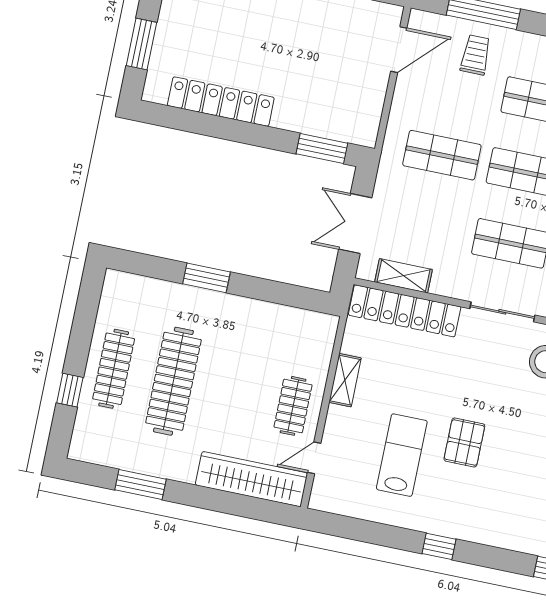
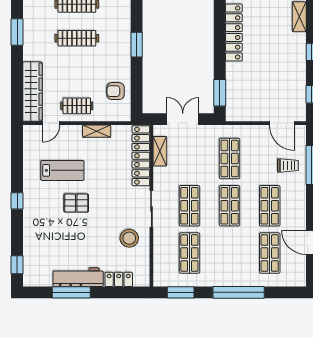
armchair: (281, 332) -> (115, 91), added
clothes rail: (173, 381) -> (77, 38), width x0.73, depth x0.76
door: (314, 458) -> (51, 123), swing flipped

